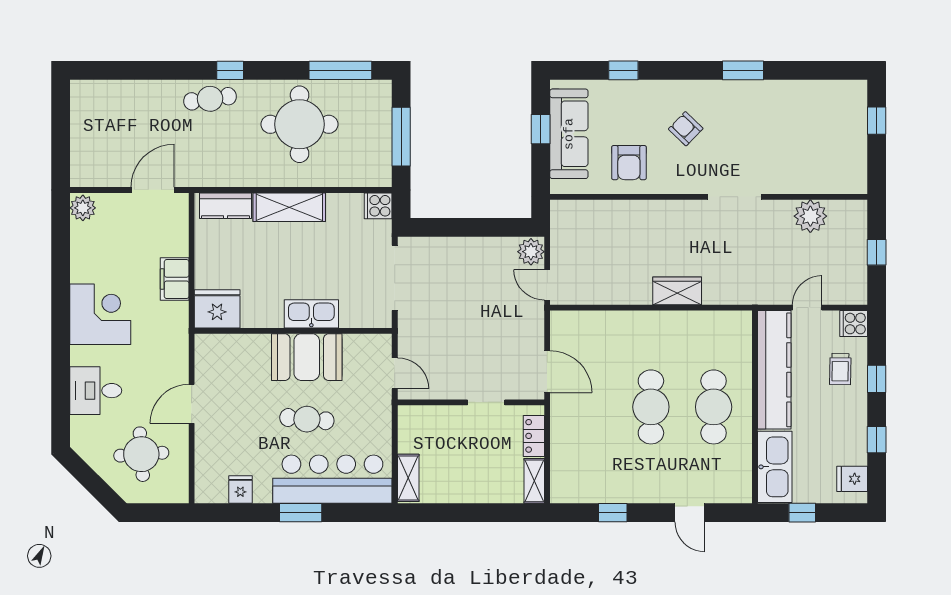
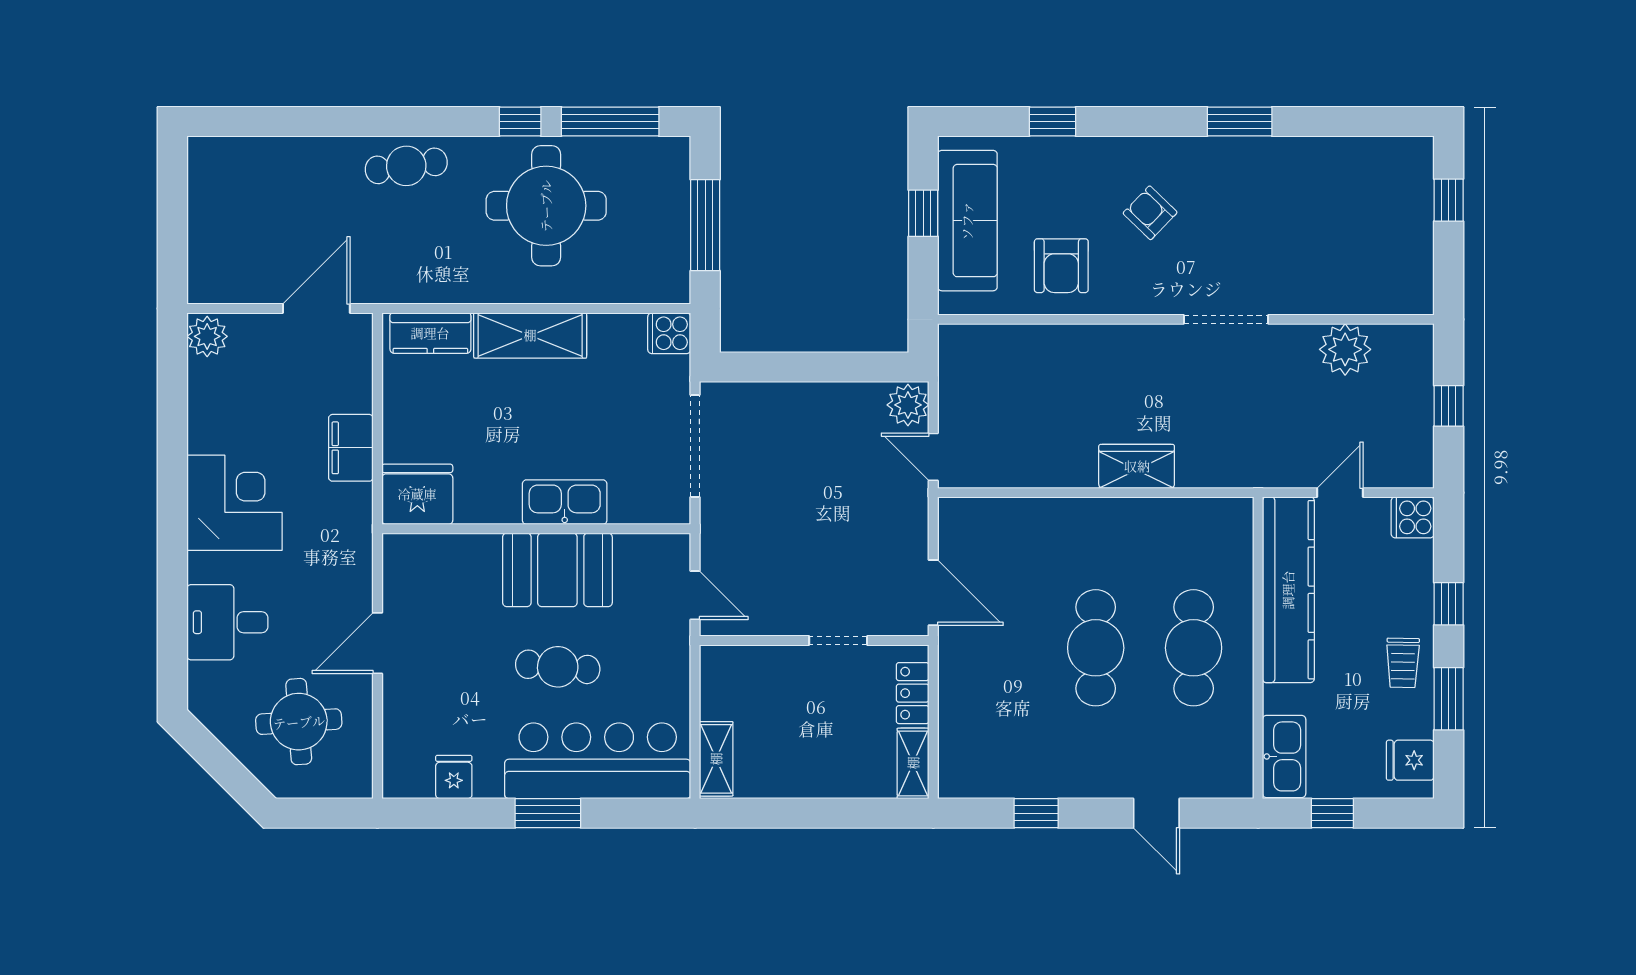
window: (230, 70) -> (520, 122), moved
trolley: (840, 369) -> (1403, 663), moved
window: (877, 440) -> (1449, 699), width x1.50
kitchen sink: (775, 467) -> (1284, 756), width x0.73, depth x0.81

